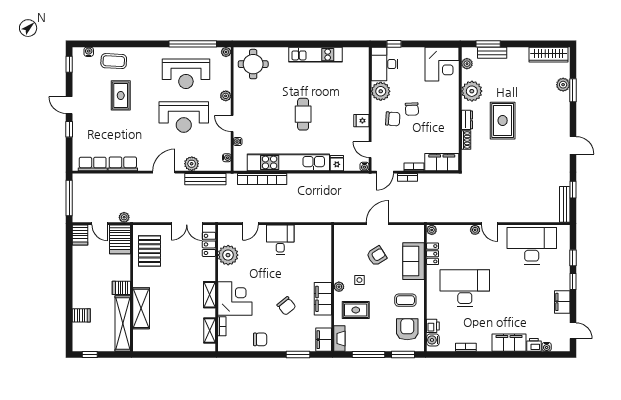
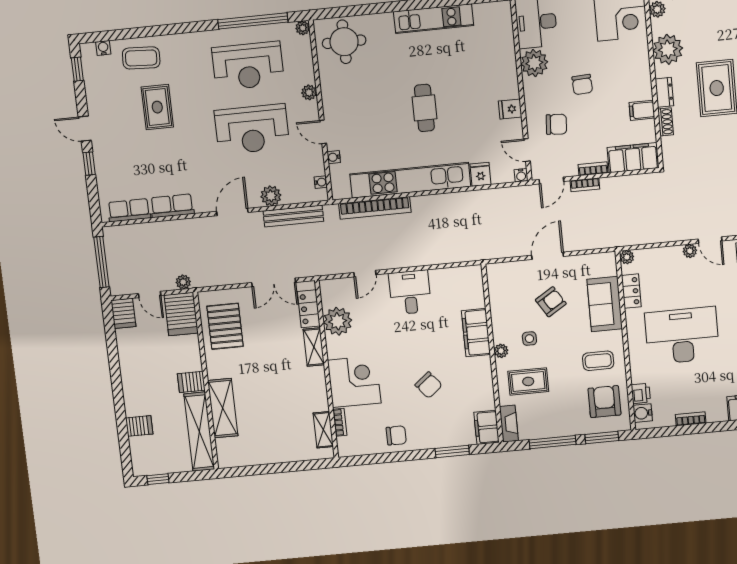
chair: (393, 119) -> (556, 124), moved
filing cabinet: (451, 131) -> (642, 110), added
shelving: (209, 295) -> (314, 347), moved
filing cabinet: (323, 299) -> (476, 333), moved

